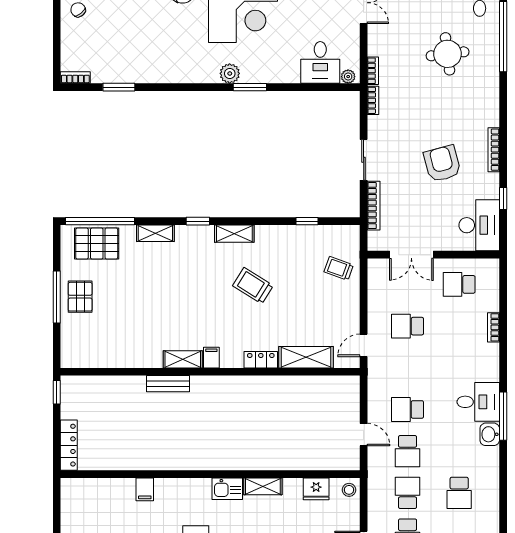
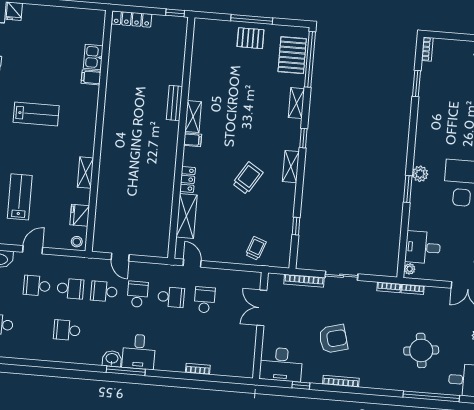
school desk: (459, 284) -> (171, 297), moved, turned 90
door: (364, 435) -> (120, 257), hinge flipped
kitchen sink: (227, 489) -> (93, 57), moved

